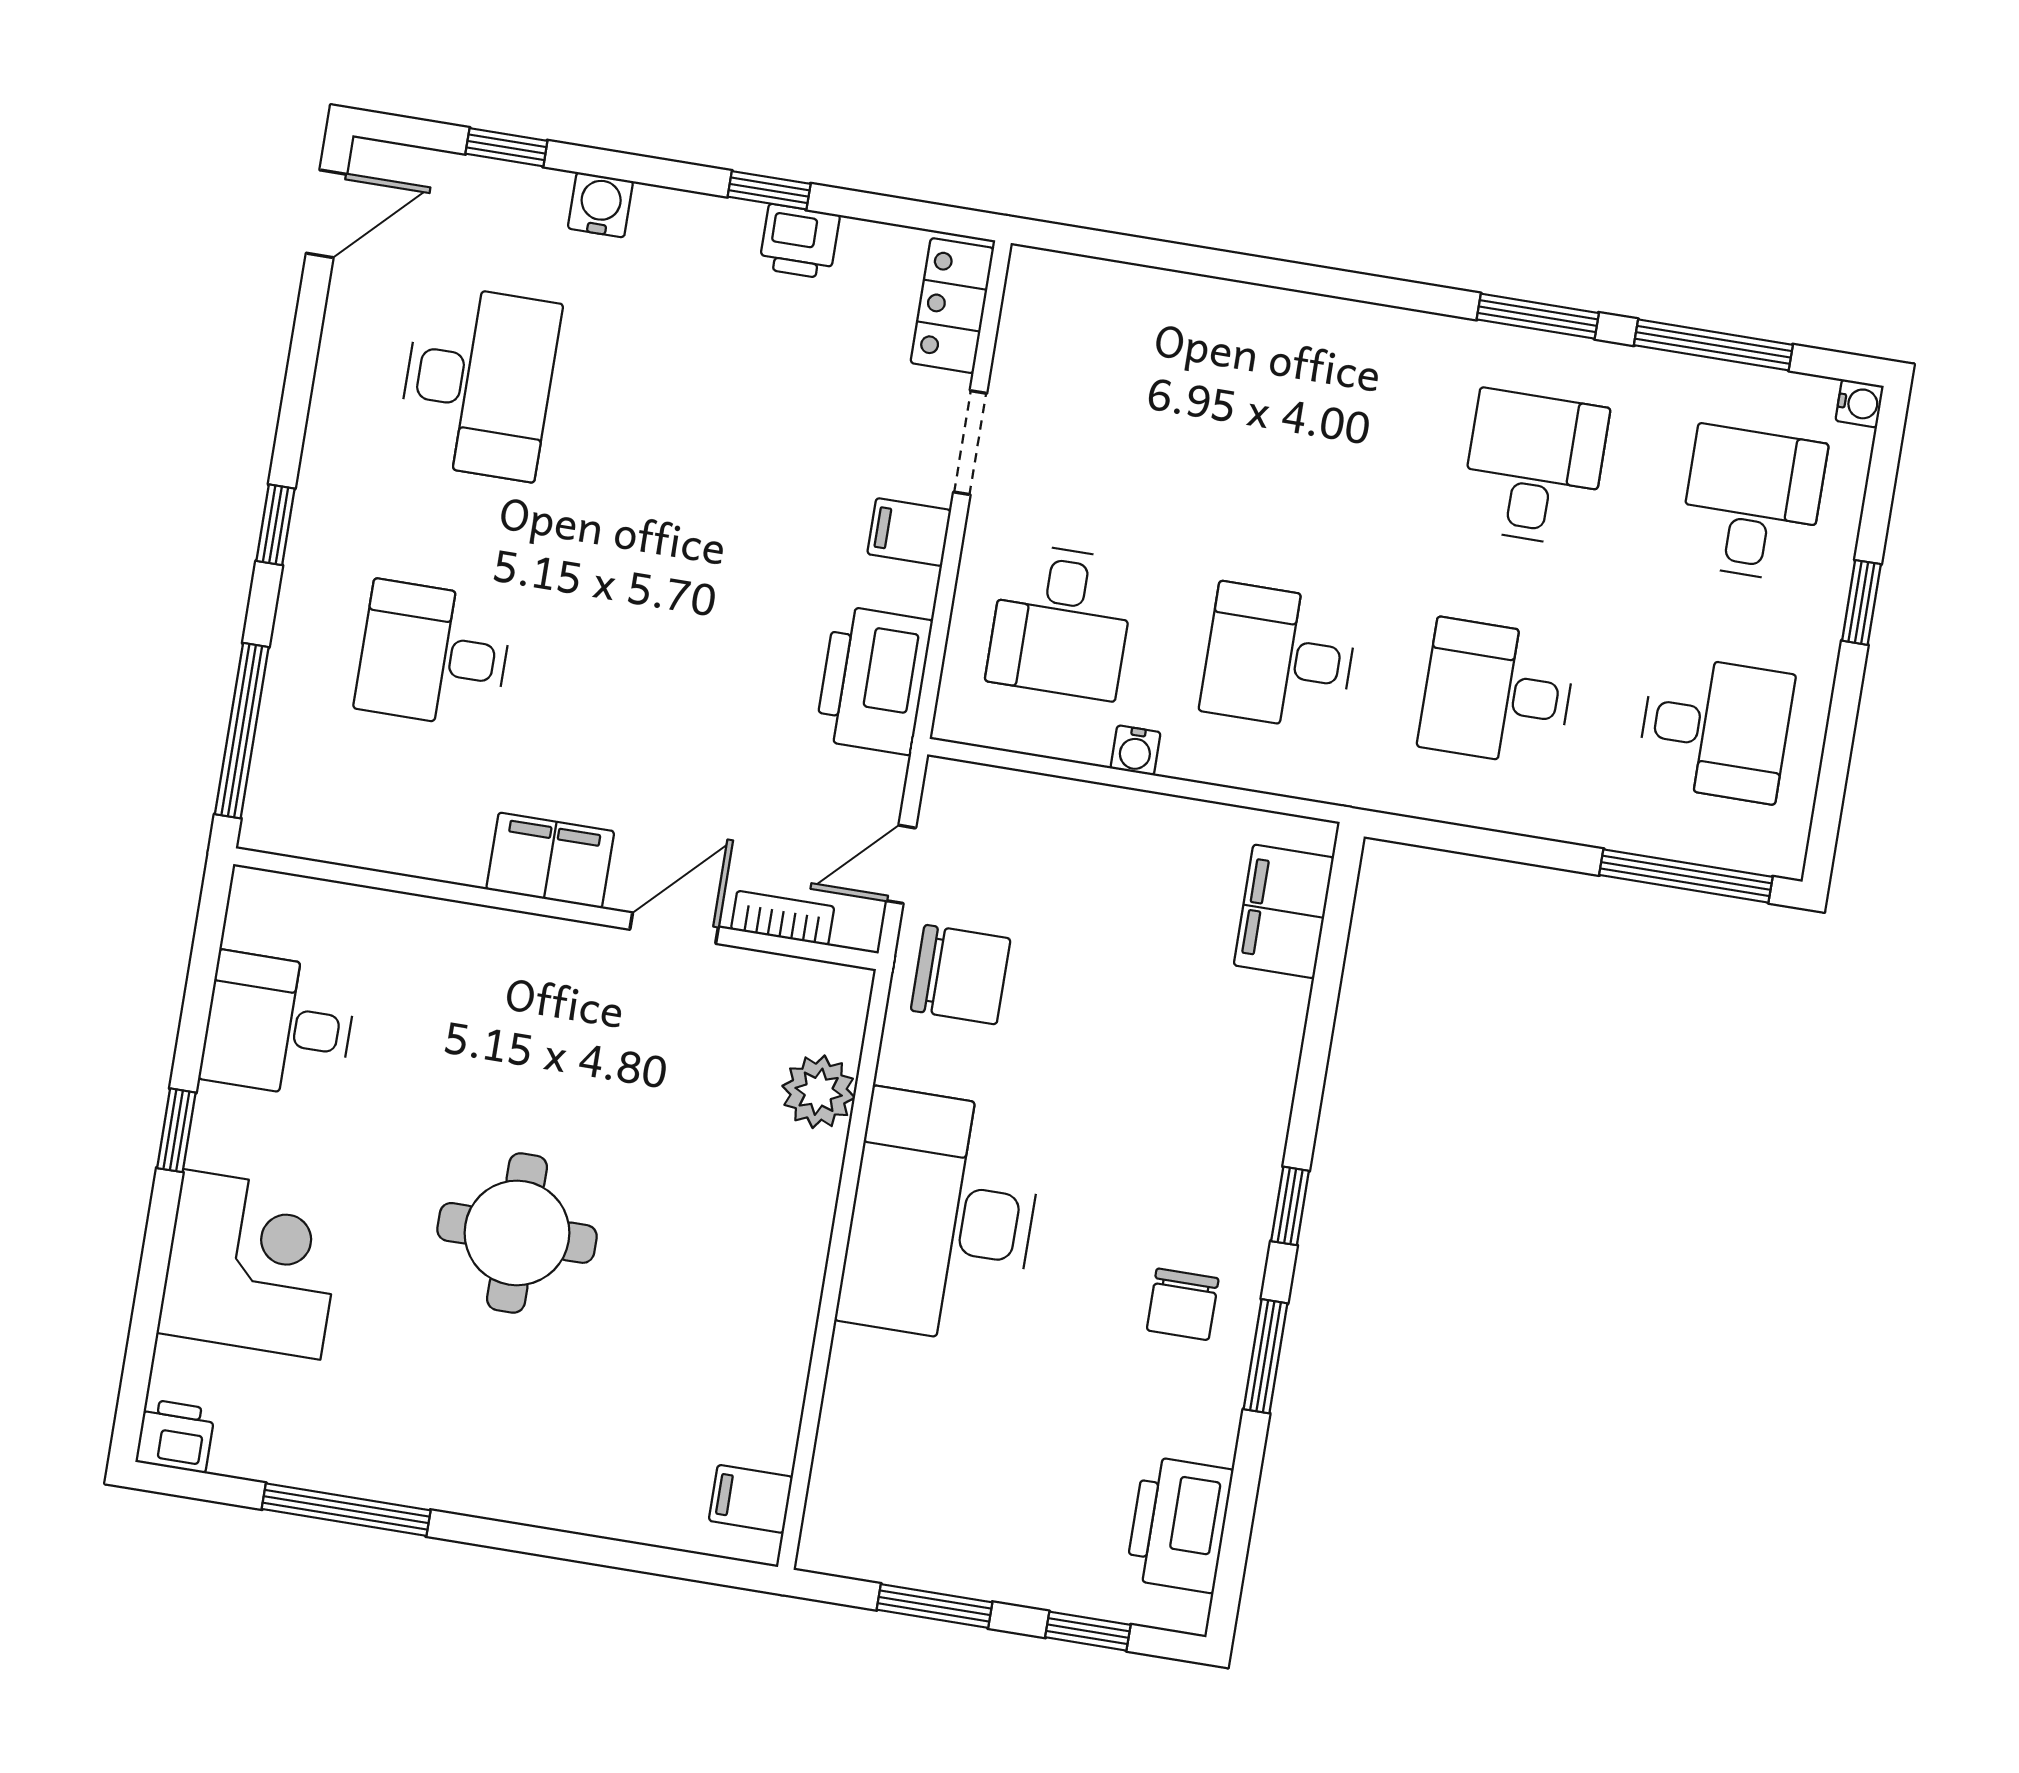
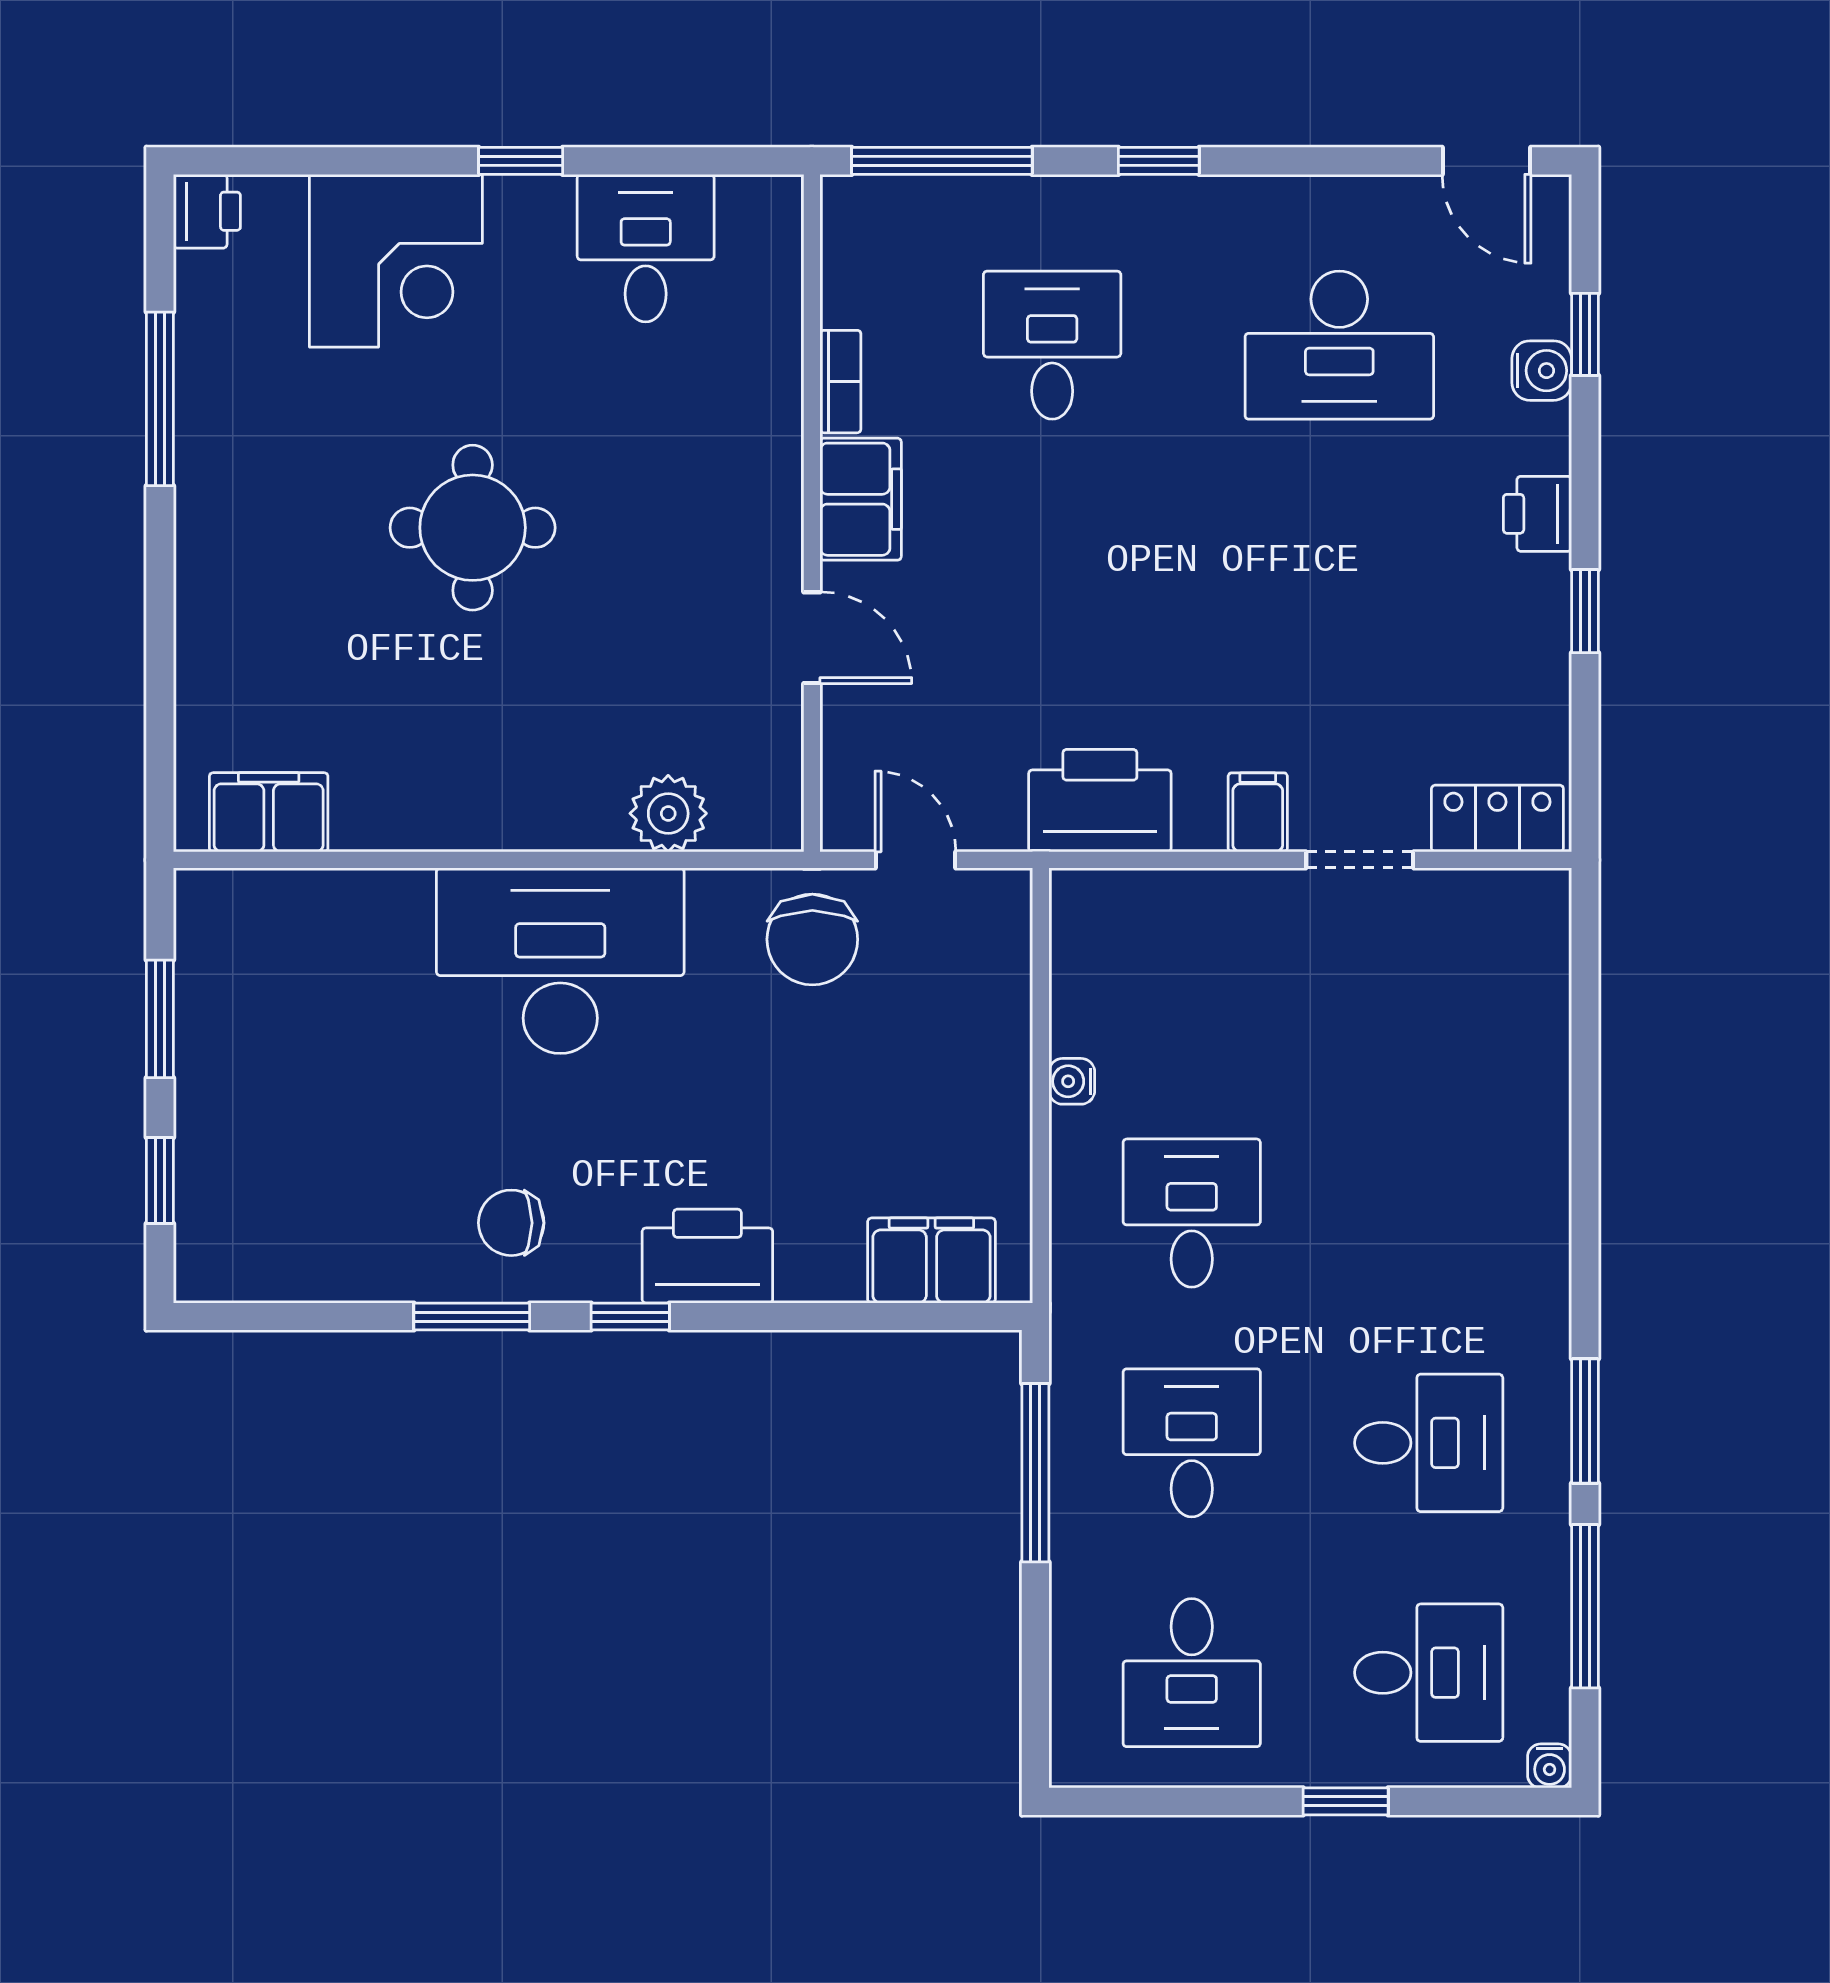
water cooler: (600, 205) -> (1542, 371), moved
printer: (799, 242) -> (1537, 514), moved
desk: (1061, 621) -> (1192, 983), removed
window: (1686, 876) -> (1035, 1473), moved
bookcase: (783, 918) -> (840, 382), moved
filing cabinet: (751, 1499) -> (269, 812), width x2.00
printer: (1179, 1524) -> (707, 1256), moved

